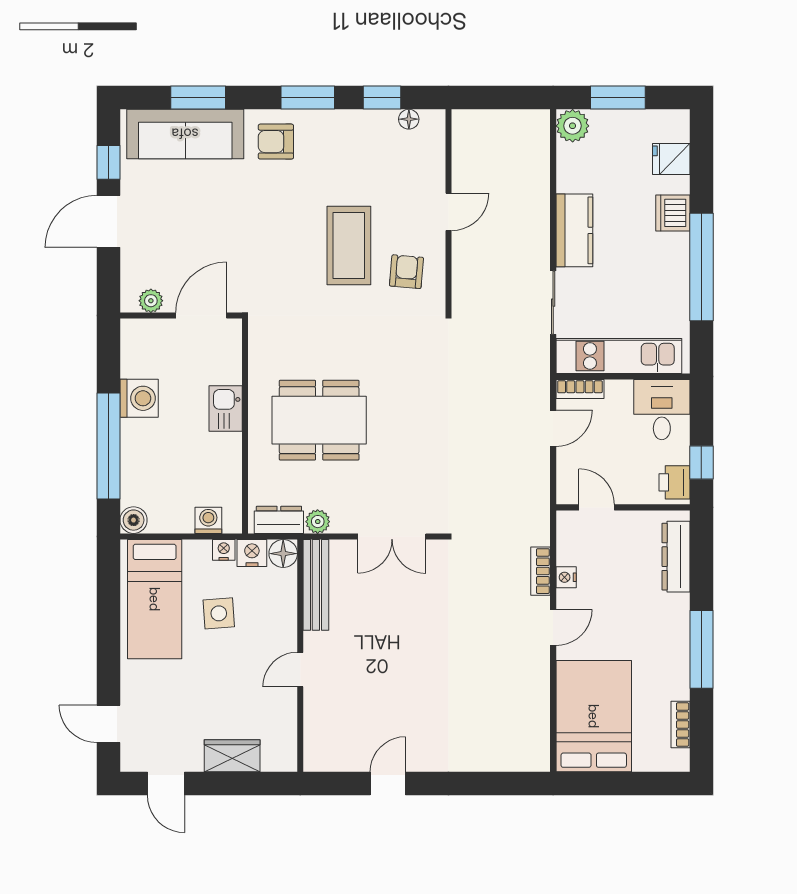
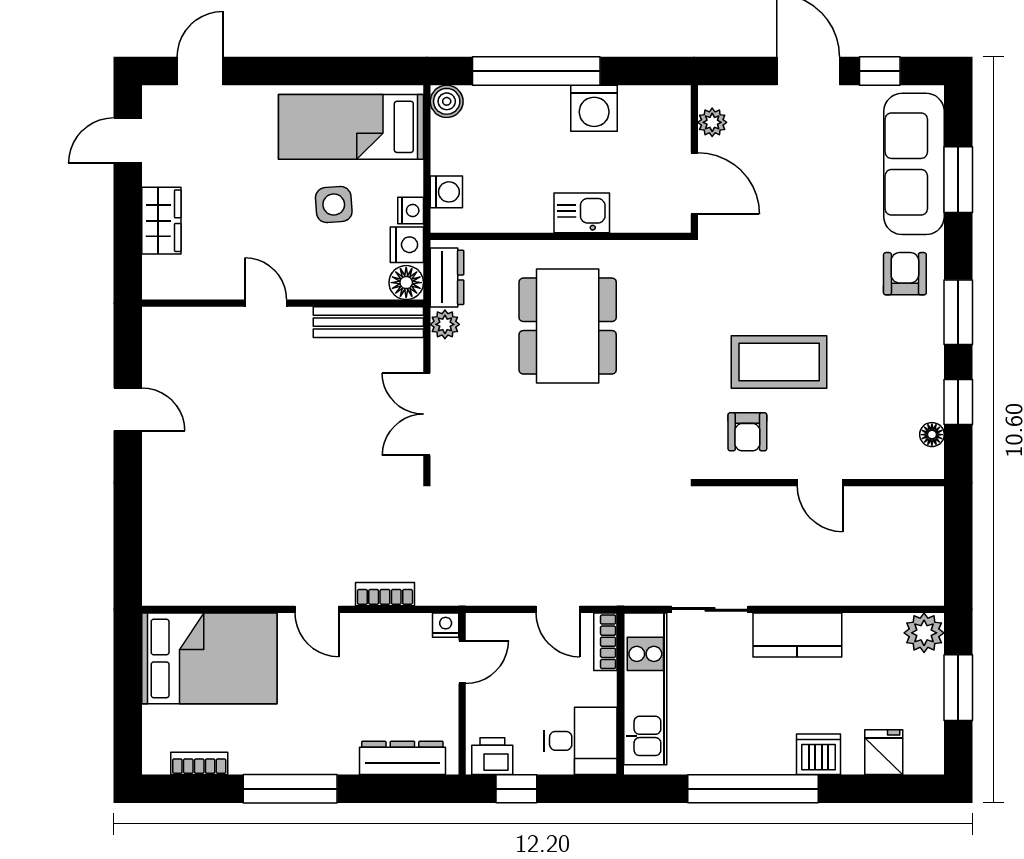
armchair: (406, 272) -> (747, 432), turned 85
nightstand: (566, 577) -> (446, 625), moved

